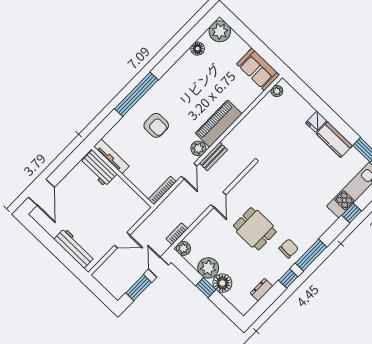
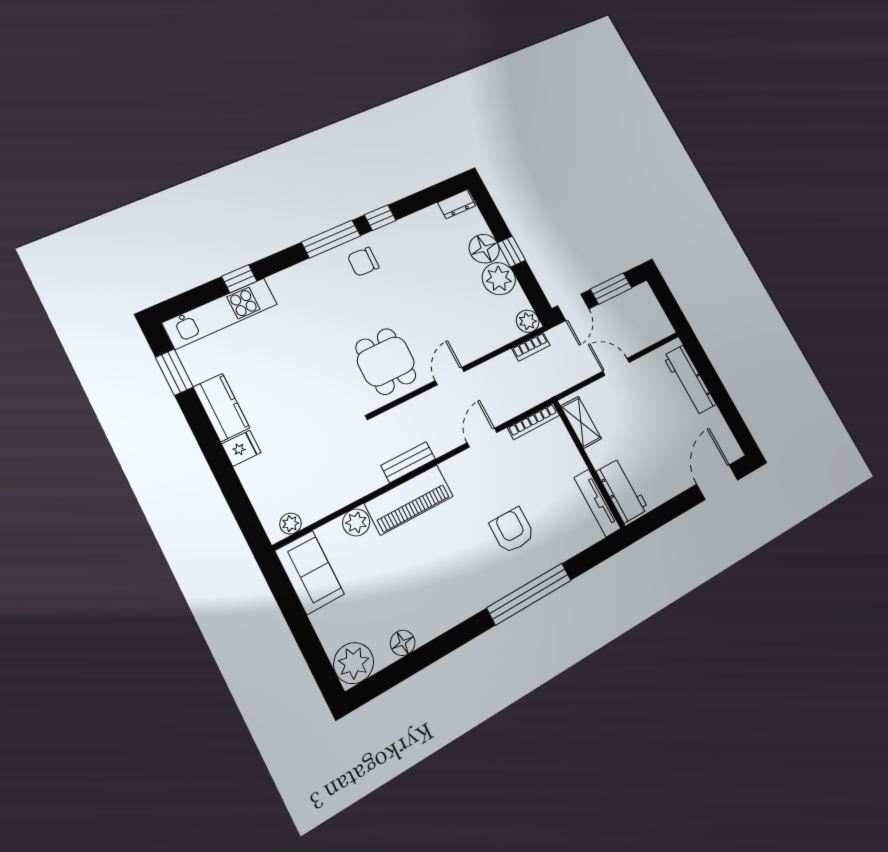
plant: (198, 148) -> (356, 522), moved
bench: (213, 156) -> (408, 462), moved
shelving: (134, 200) -> (581, 422), added
dining table: (255, 229) -> (386, 361), moved
dresser: (261, 290) -> (457, 204), moved

